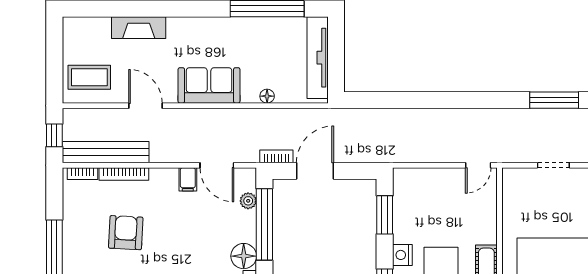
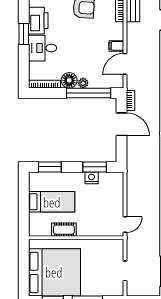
door: (478, 165) -> (125, 225), swing flipped
plant: (248, 201) -> (83, 83), moved
nightstand: (402, 255) -> (92, 178), moved

